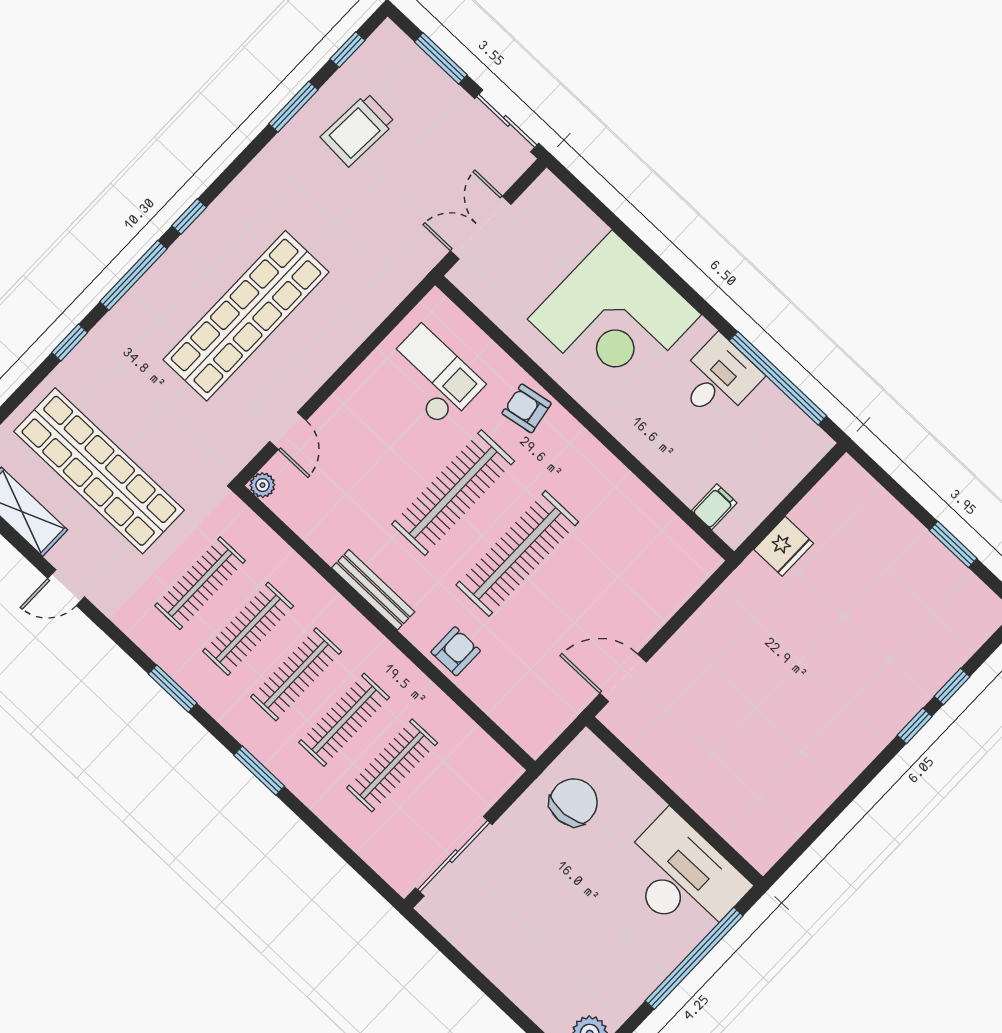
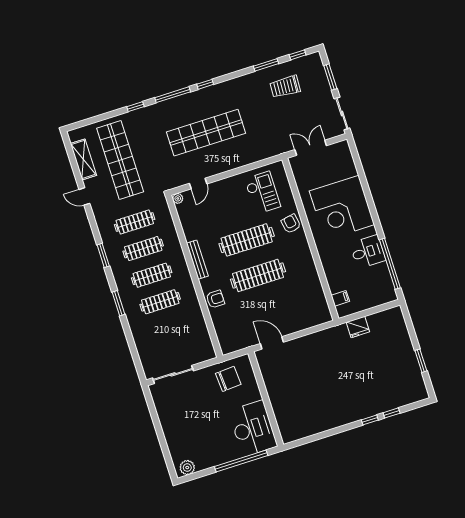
clothes rail: (392, 765) -> (169, 328), removed

